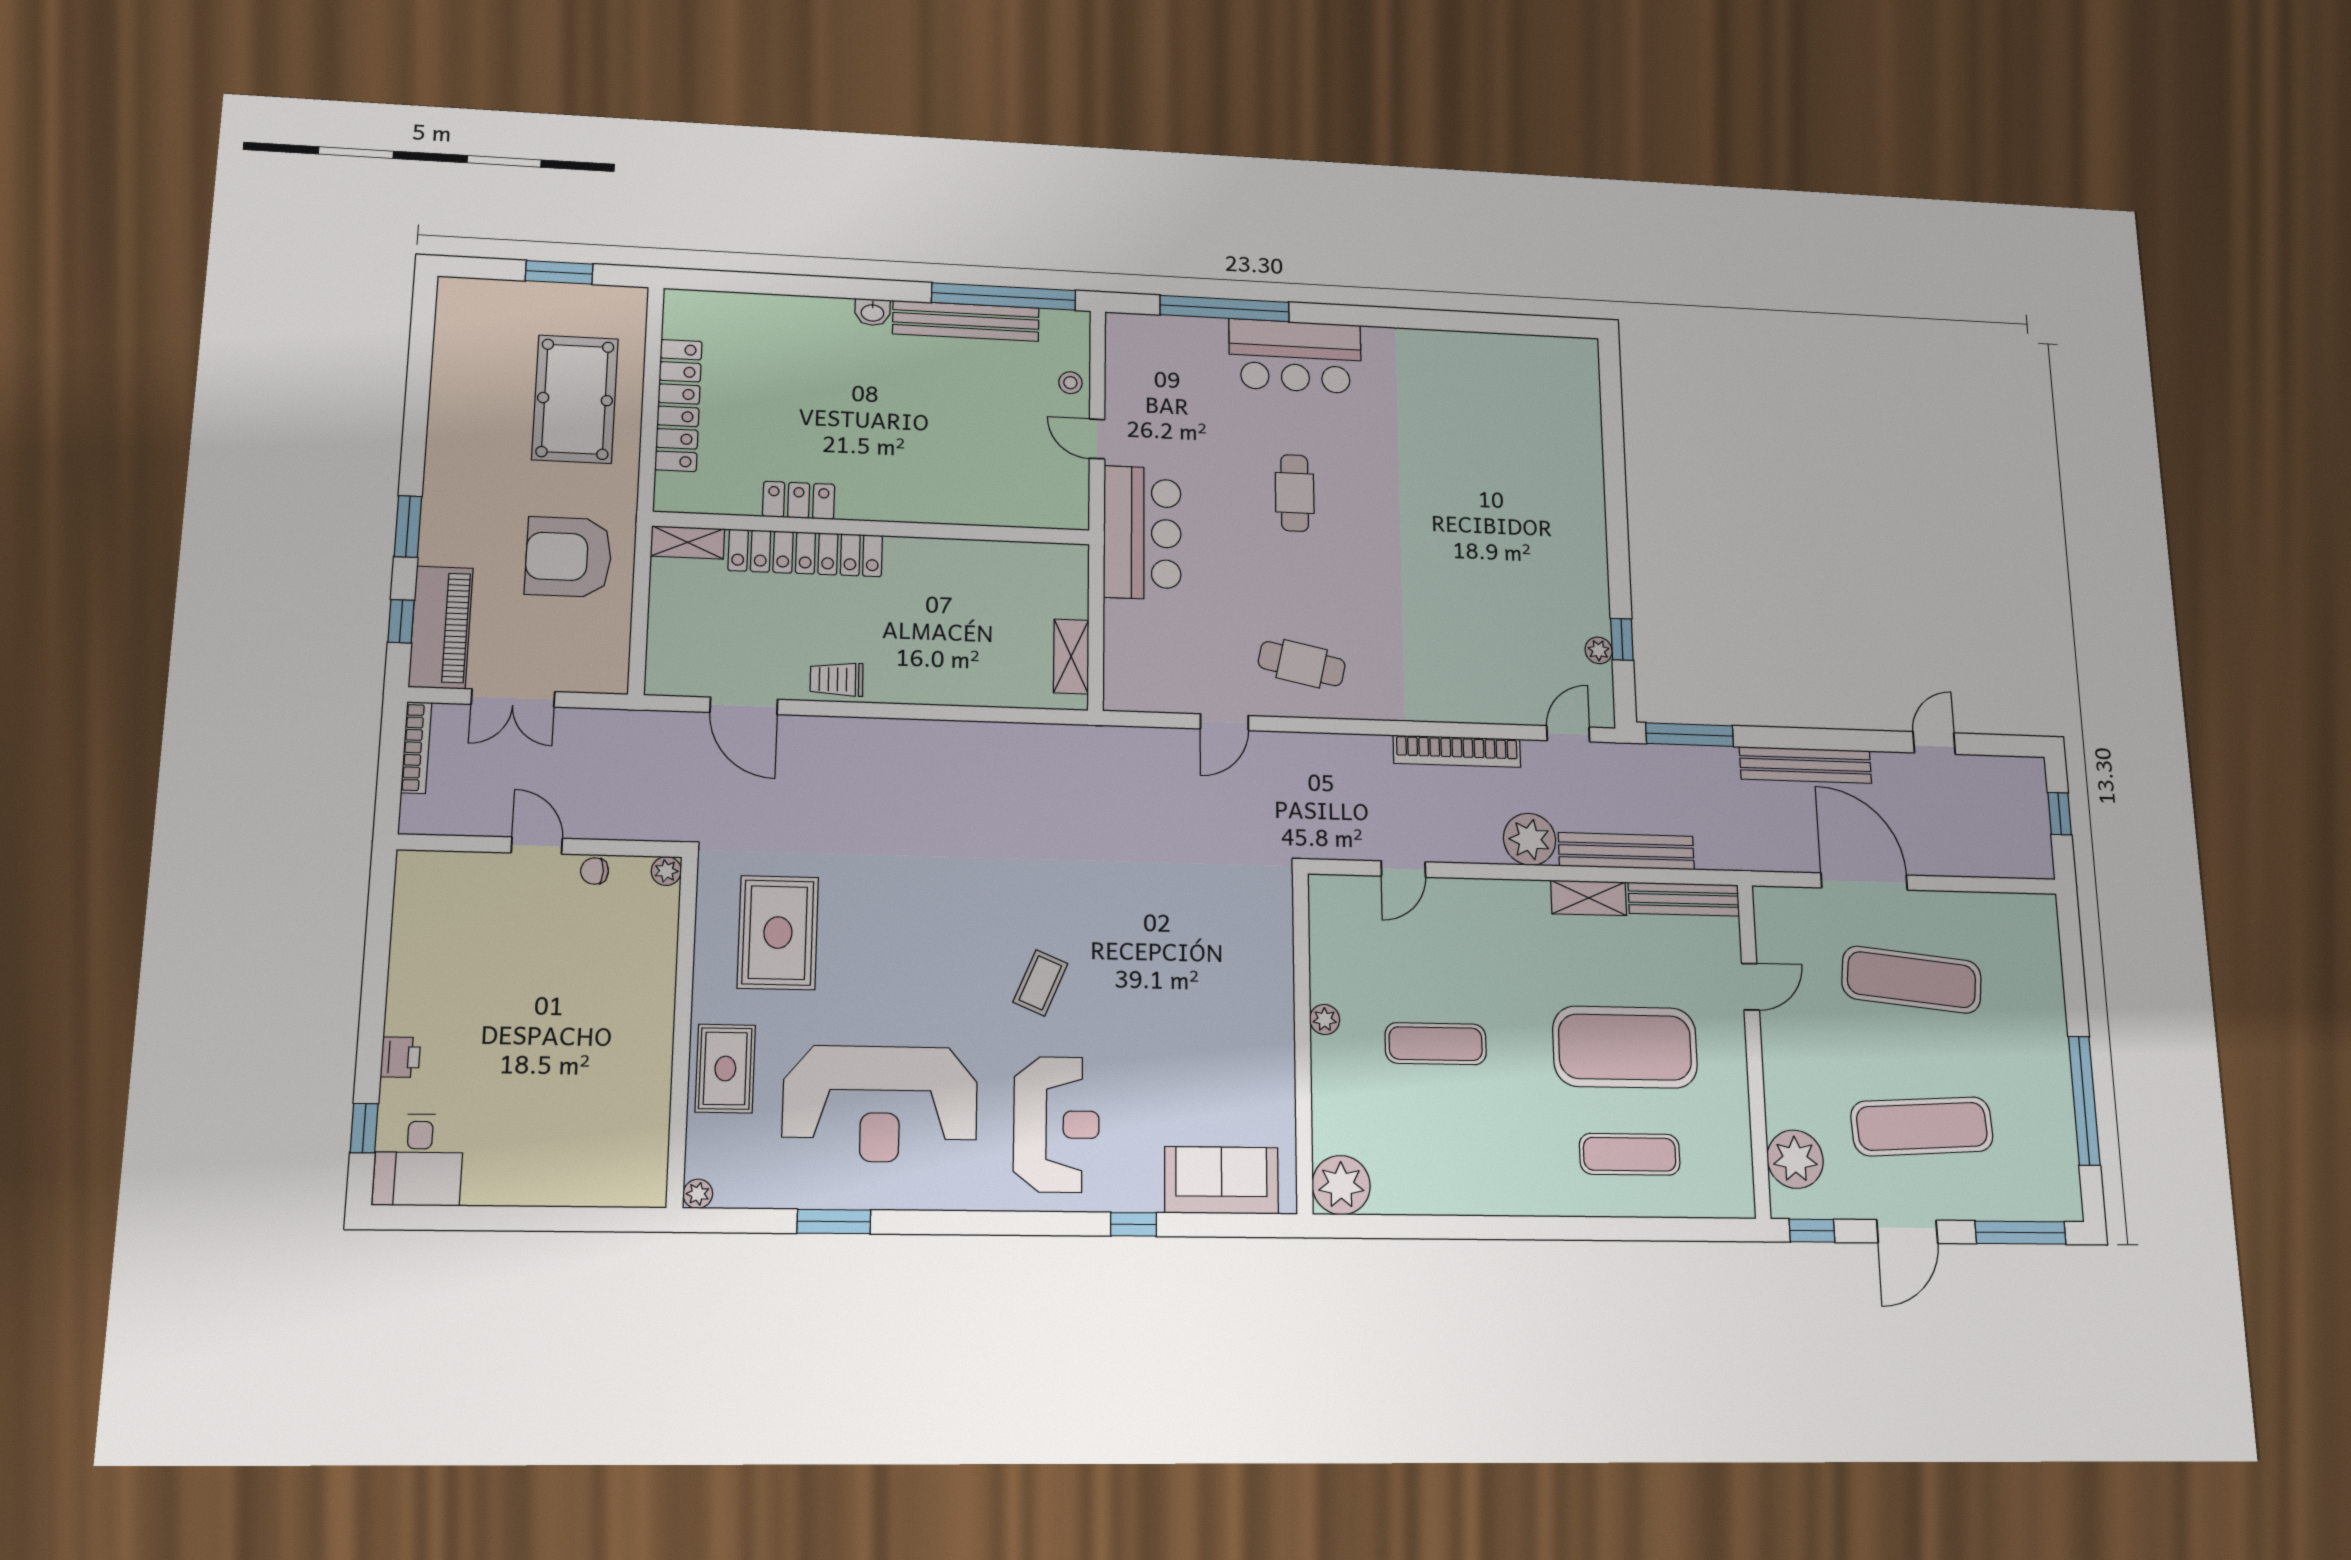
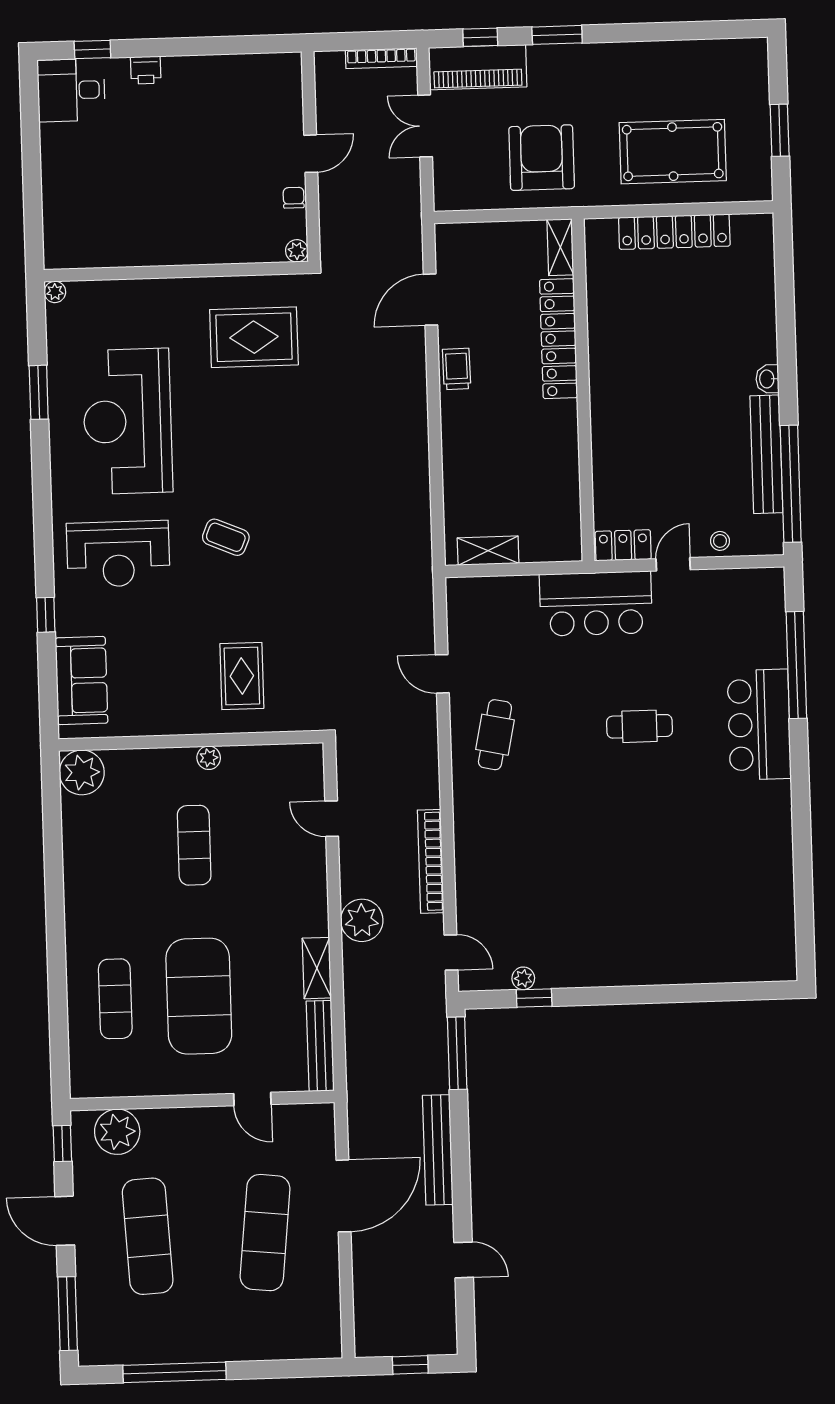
locker: (799, 500) -> (623, 545), moved, turned -90
bench: (1626, 851) -> (357, 999), removed
rug: (725, 1069) -> (242, 676), moved, turned 90

